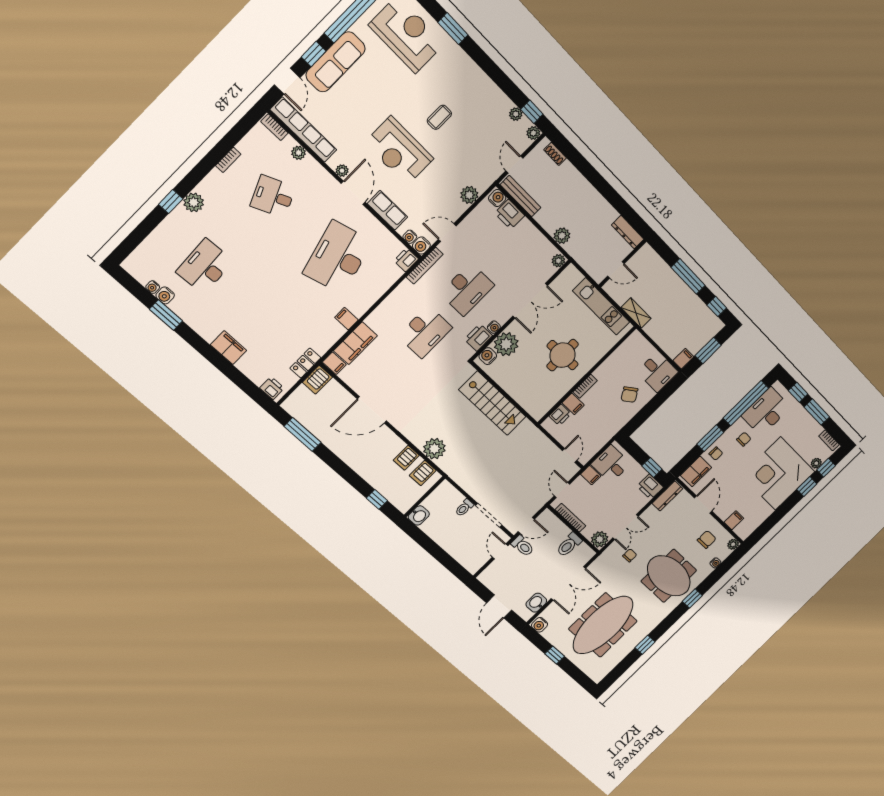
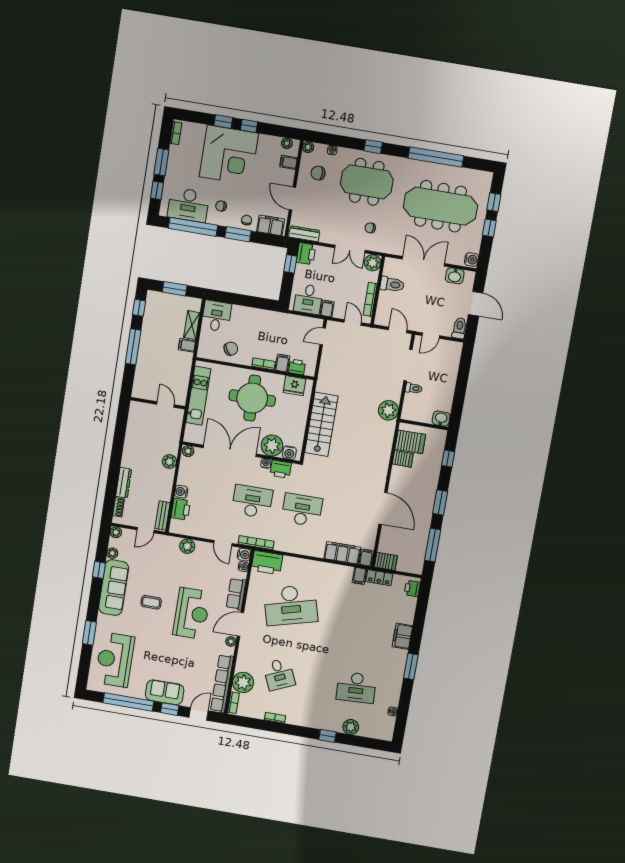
sofa: (336, 62) -> (165, 692), width x0.73
sofa: (481, 89) -> (114, 588), added
window: (532, 112) -> (99, 570), moved
plant: (299, 153) -> (243, 682), width x1.87, depth x1.87
bench: (521, 196) -> (162, 516), width x0.73
water cooler: (497, 198) -> (181, 492), moved
plant: (194, 202) -> (351, 727), moved
dresser: (628, 232) -> (124, 483), moved
printer: (406, 260) -> (267, 563), width x1.87, depth x1.48
water cooler: (165, 295) -> (393, 700), removed
double door: (530, 301) -> (230, 451), width x1.36
shelving: (636, 313) -> (192, 325), moved
window: (166, 315) -> (411, 666), moved
filing cabinet: (346, 319) -> (359, 576), moved
round table: (563, 355) -> (252, 398), width x1.36, depth x1.36
filing cabinet: (683, 359) -> (187, 345), moved
chair: (629, 395) -> (231, 349), moved
fridge: (545, 402) -> (295, 386), added
plant: (434, 449) -> (388, 410), moved
plant: (816, 463) -> (287, 143), moved
window: (340, 467) -> (440, 502), added
window: (826, 468) -> (249, 126), moved
server rack: (423, 473) -> (410, 442), width x1.36, depth x1.44
door: (562, 490) -> (353, 322), swing flipped
door: (703, 504) -> (292, 199), hinge flipped
double door: (625, 527) -> (350, 249), swing flipped
toilet: (523, 546) -> (459, 328), moved
meeting table: (669, 576) -> (367, 182), turned 90
door: (499, 606) -> (476, 304), hinge flipped
window: (645, 645) -> (436, 157), width x3.17
window: (573, 671) -> (494, 202), added

